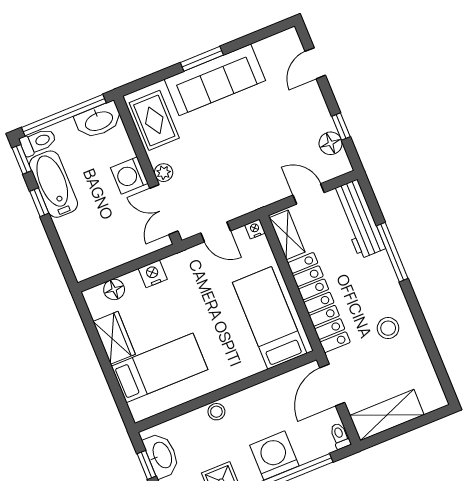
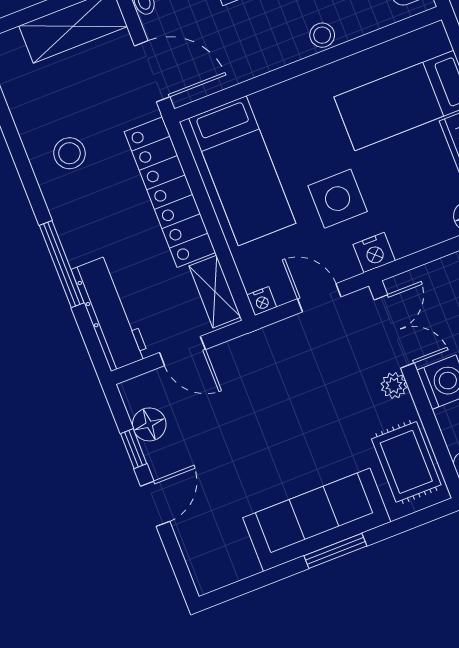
door: (315, 63) -> (155, 504), moved
nightstand: (153, 274) -> (374, 253), moved
side table: (204, 300) -> (338, 199), added
door: (332, 385) -> (152, 71), hinge flipped

